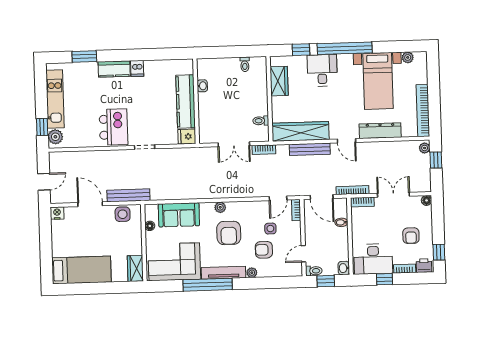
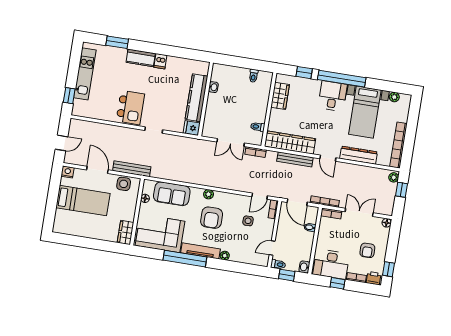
desk: (322, 70) -> (332, 96), moved
plant: (55, 137) -> (79, 106), removed
armchair: (264, 250) -> (239, 238), removed
bed: (81, 270) -> (83, 201), moved

